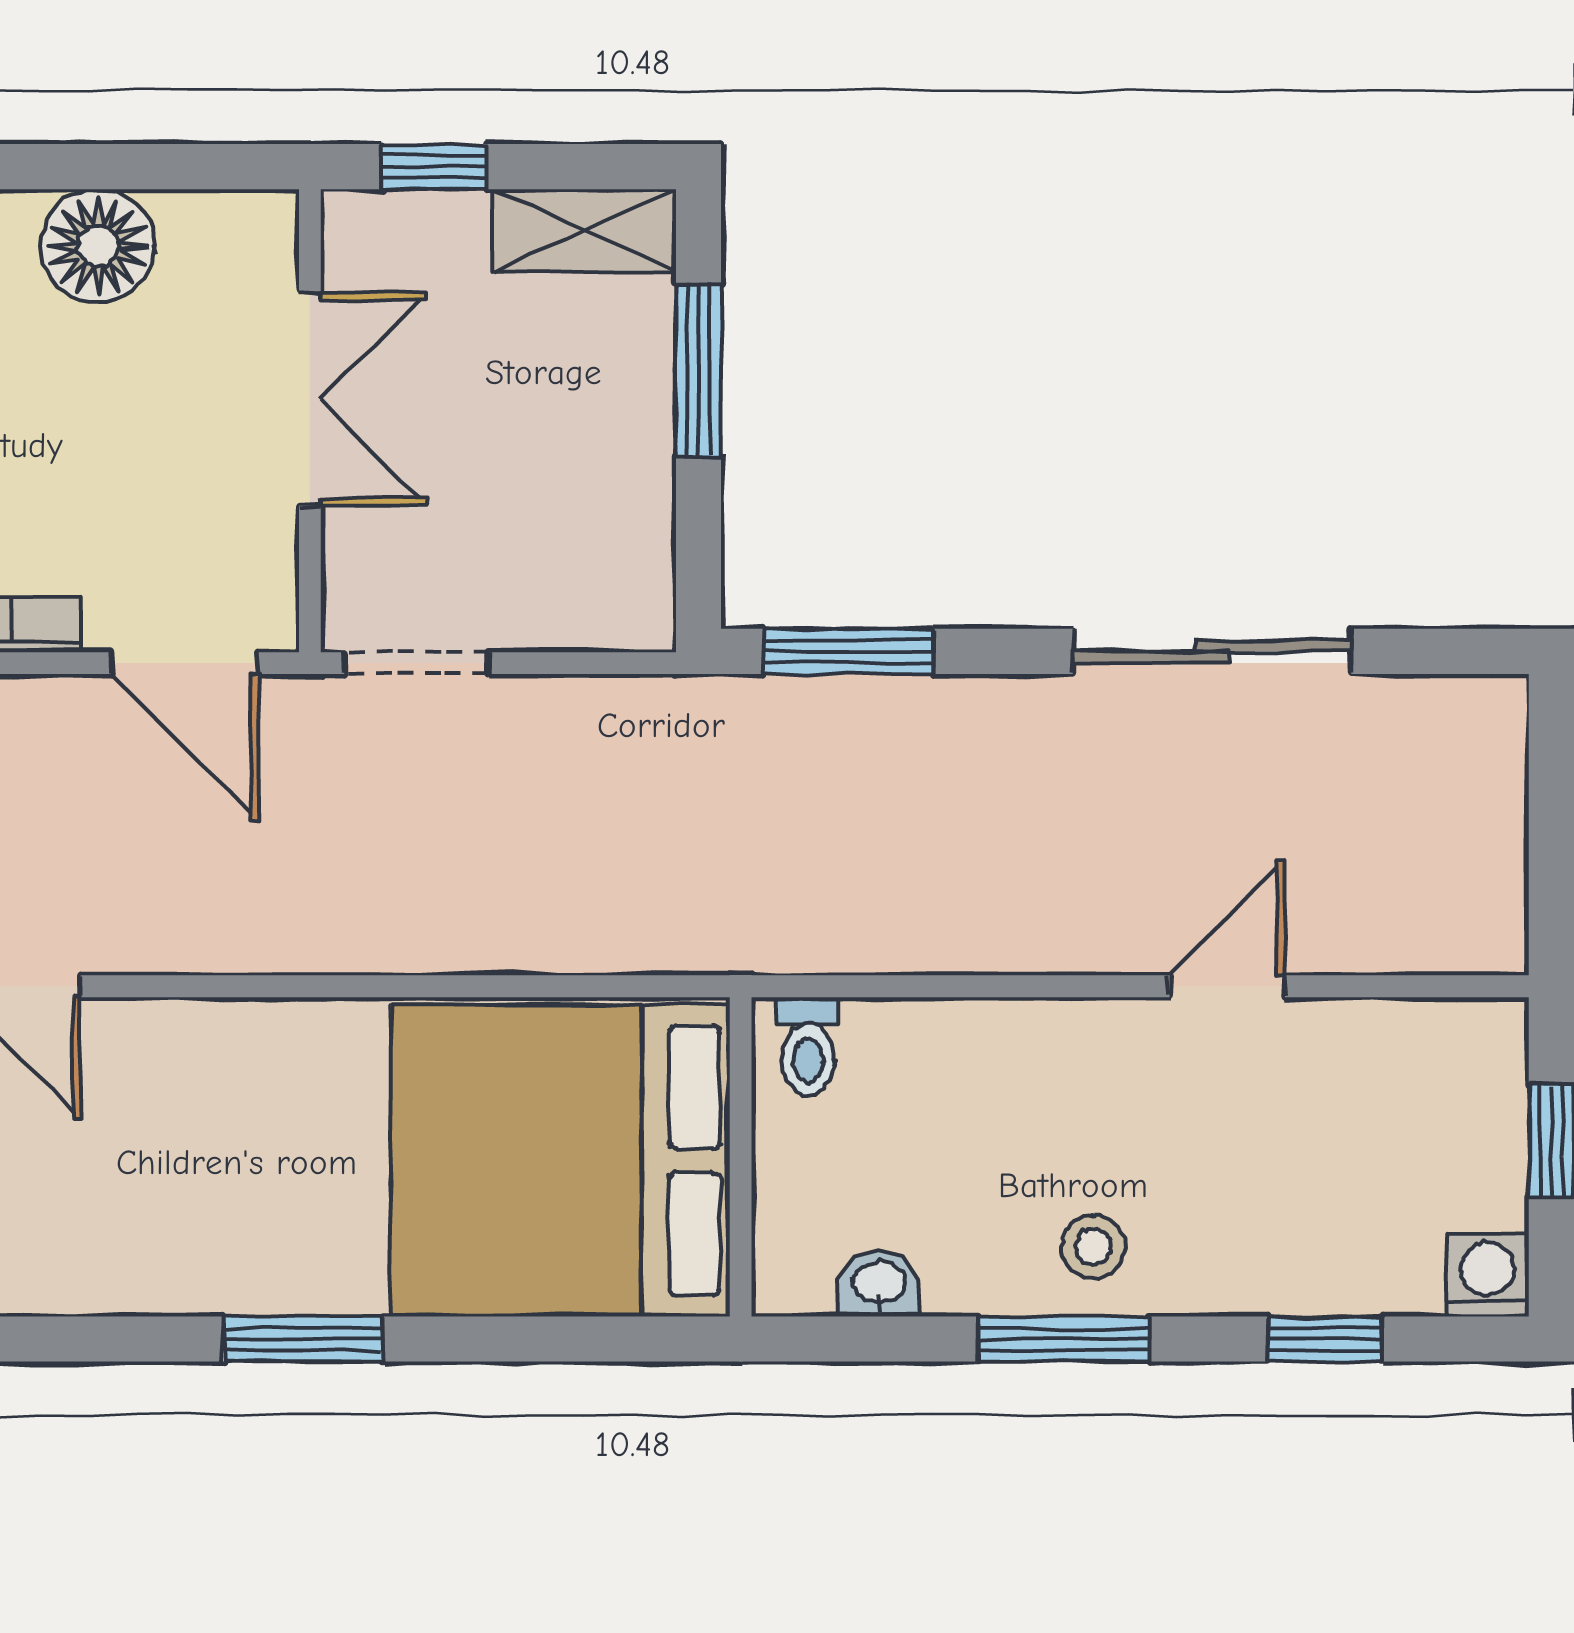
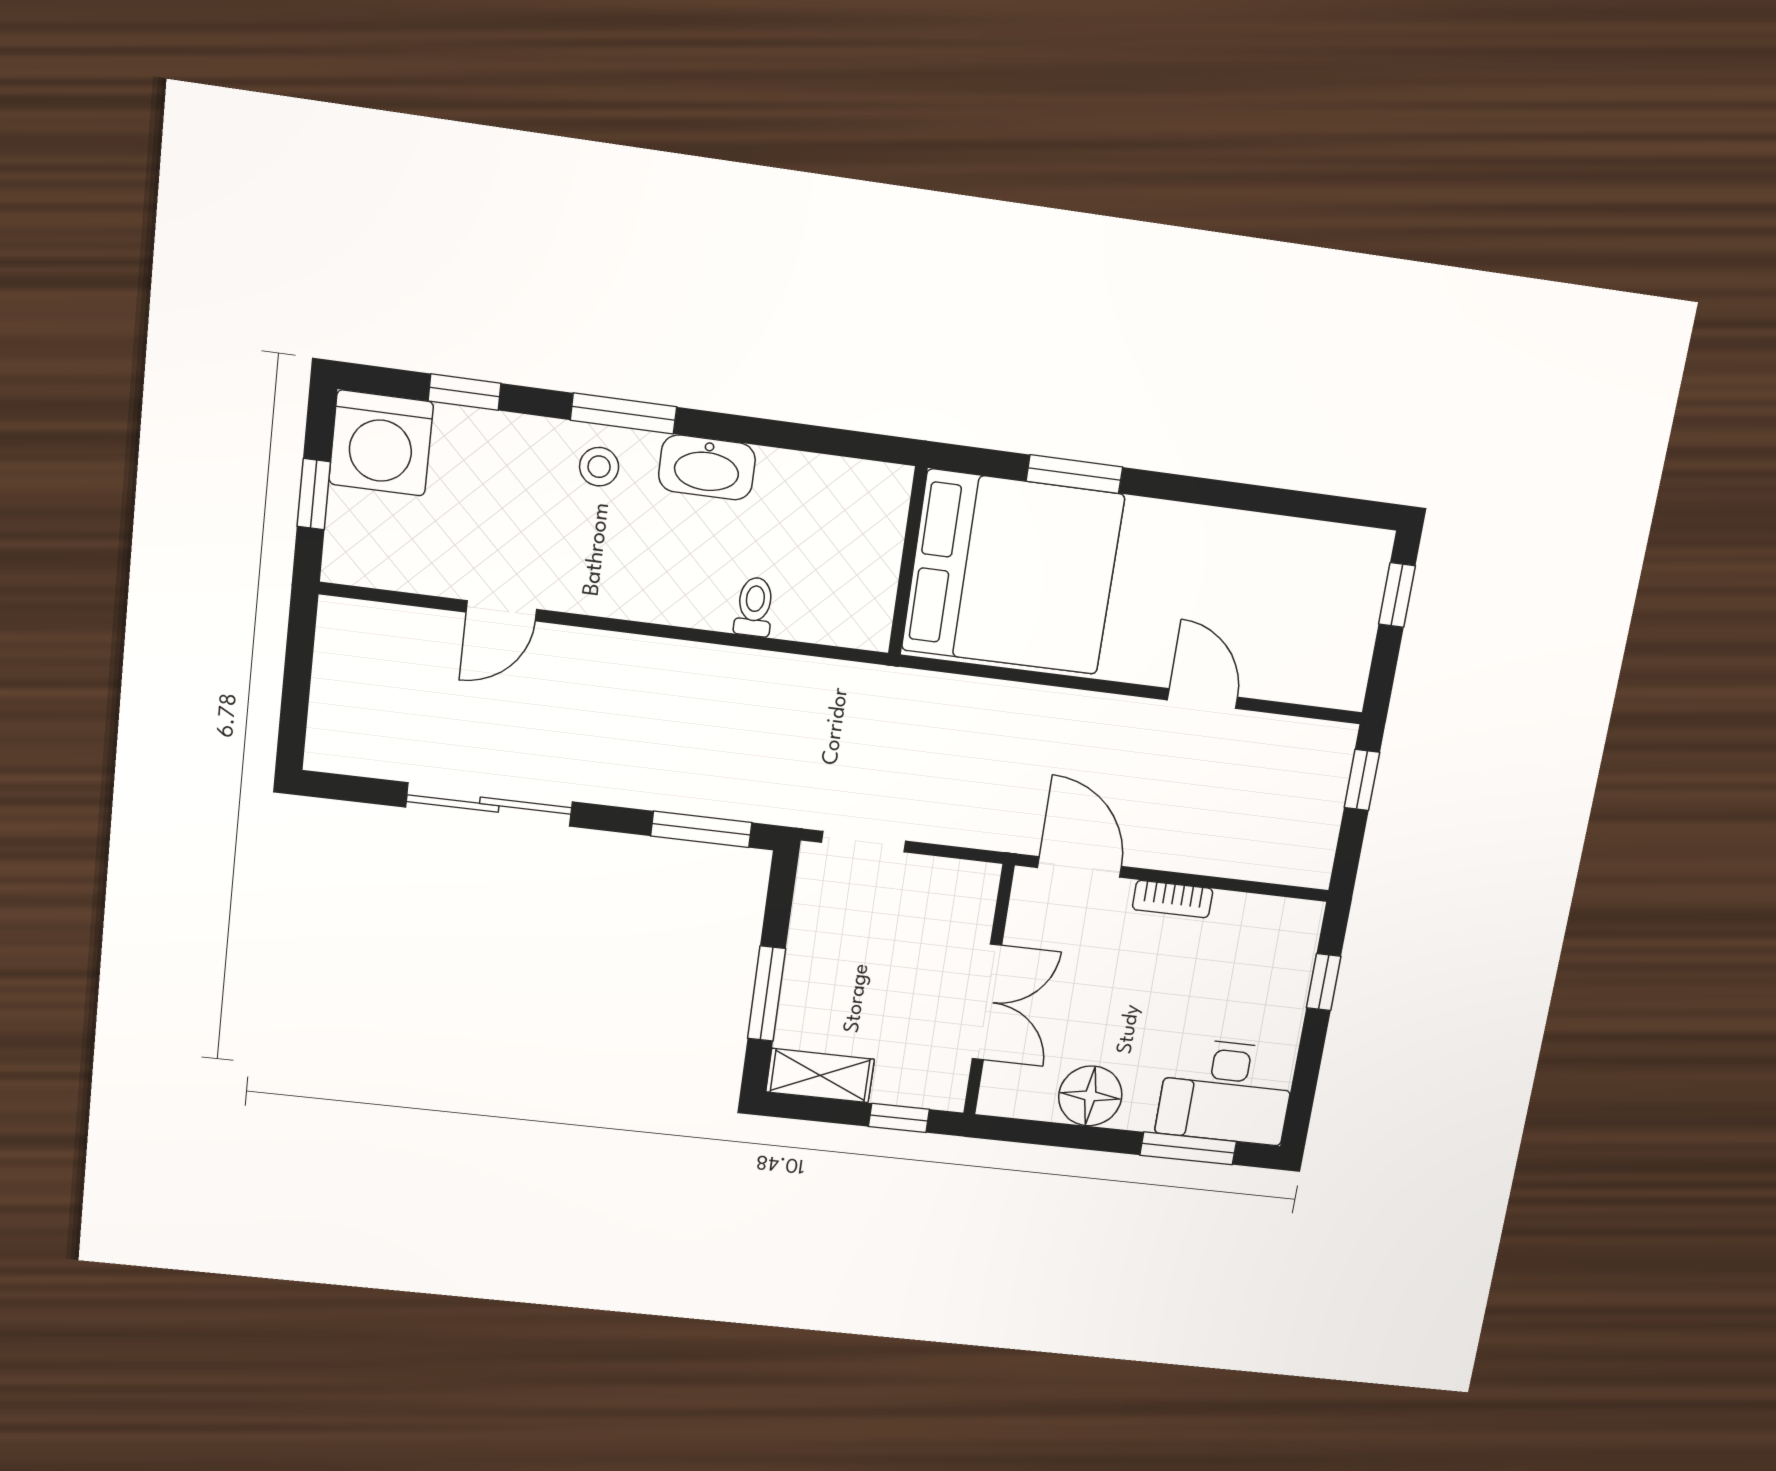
double door: (310, 399) -> (987, 1002), swing flipped
doorway: (417, 663) -> (864, 842), moved
wall: (741, 1157) -> (908, 561), moved
bed: (560, 1161) -> (1013, 572), moved
washing machine: (1488, 1275) -> (381, 443), width x1.89, depth x1.89
washbasin: (879, 1284) -> (707, 467), width x1.91, depth x1.45

